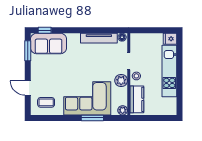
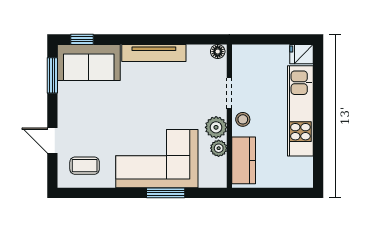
tv unit: (99, 38) -> (154, 53), moved
plant: (123, 110) -> (219, 148), moved

